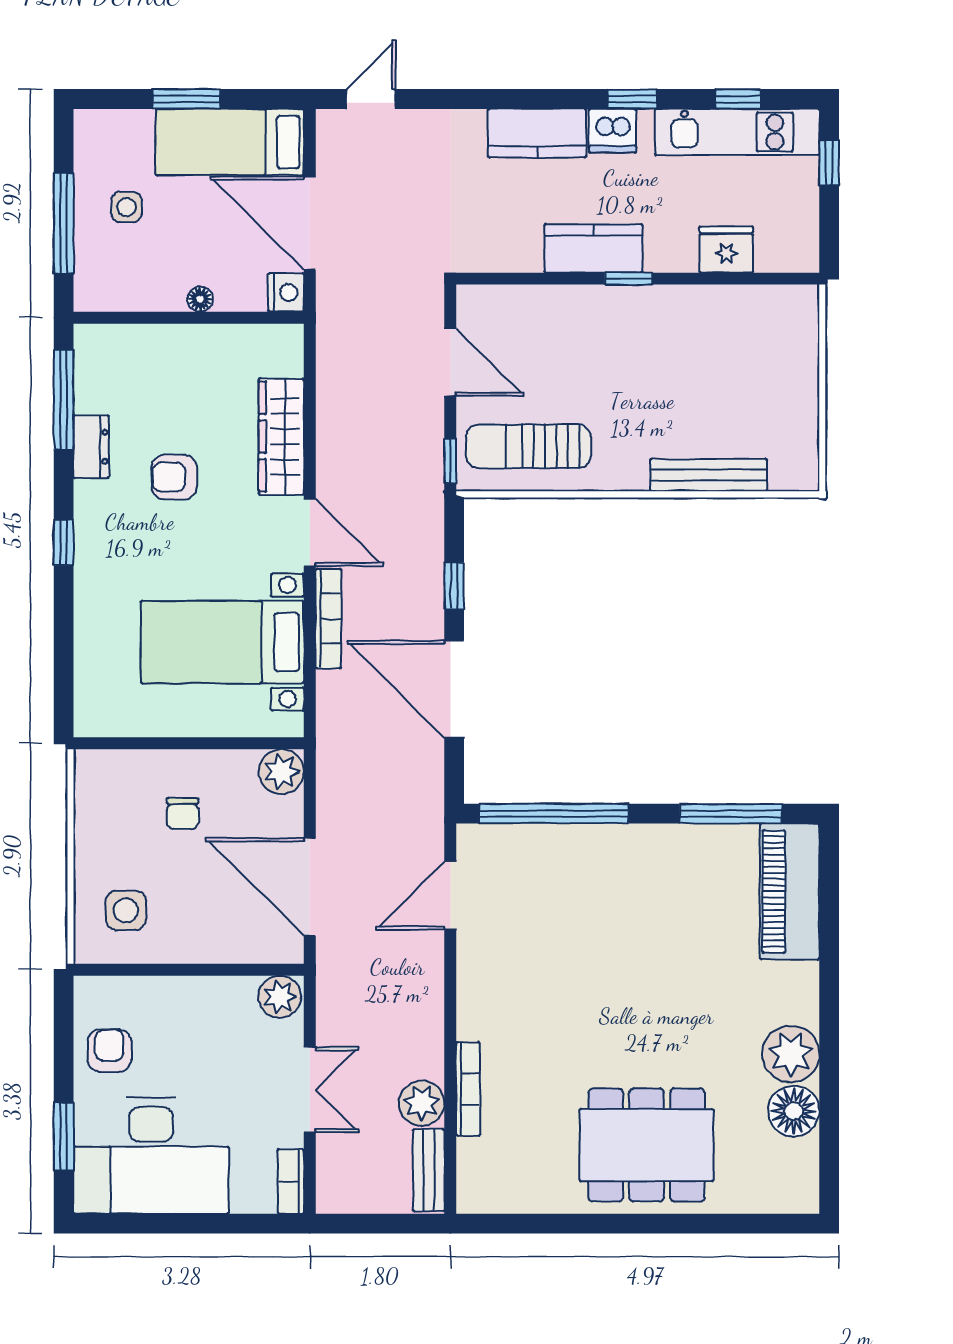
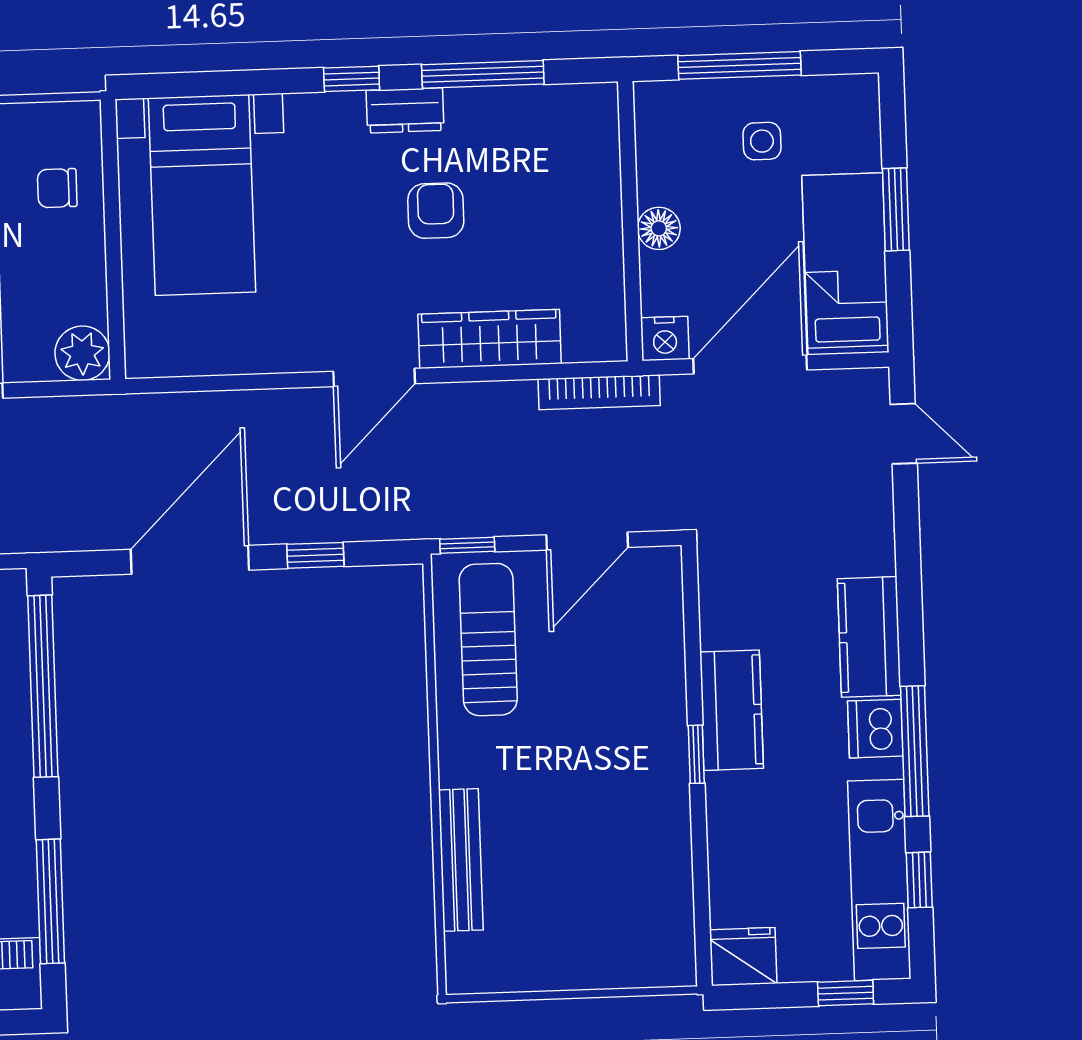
window: (632, 99) -> (915, 751), width x2.17
fridge: (726, 250) -> (743, 957), moved, turned -90
floor lamp: (200, 299) -> (659, 228), width x1.37, depth x1.37
window: (64, 400) -> (483, 74), moved
dresser: (91, 447) -> (405, 110), moved
bookcase: (328, 618) -> (599, 392), moved
bed with nightstands: (222, 642) -> (202, 195), moved, turned 180
chair: (183, 814) -> (57, 188), moved

